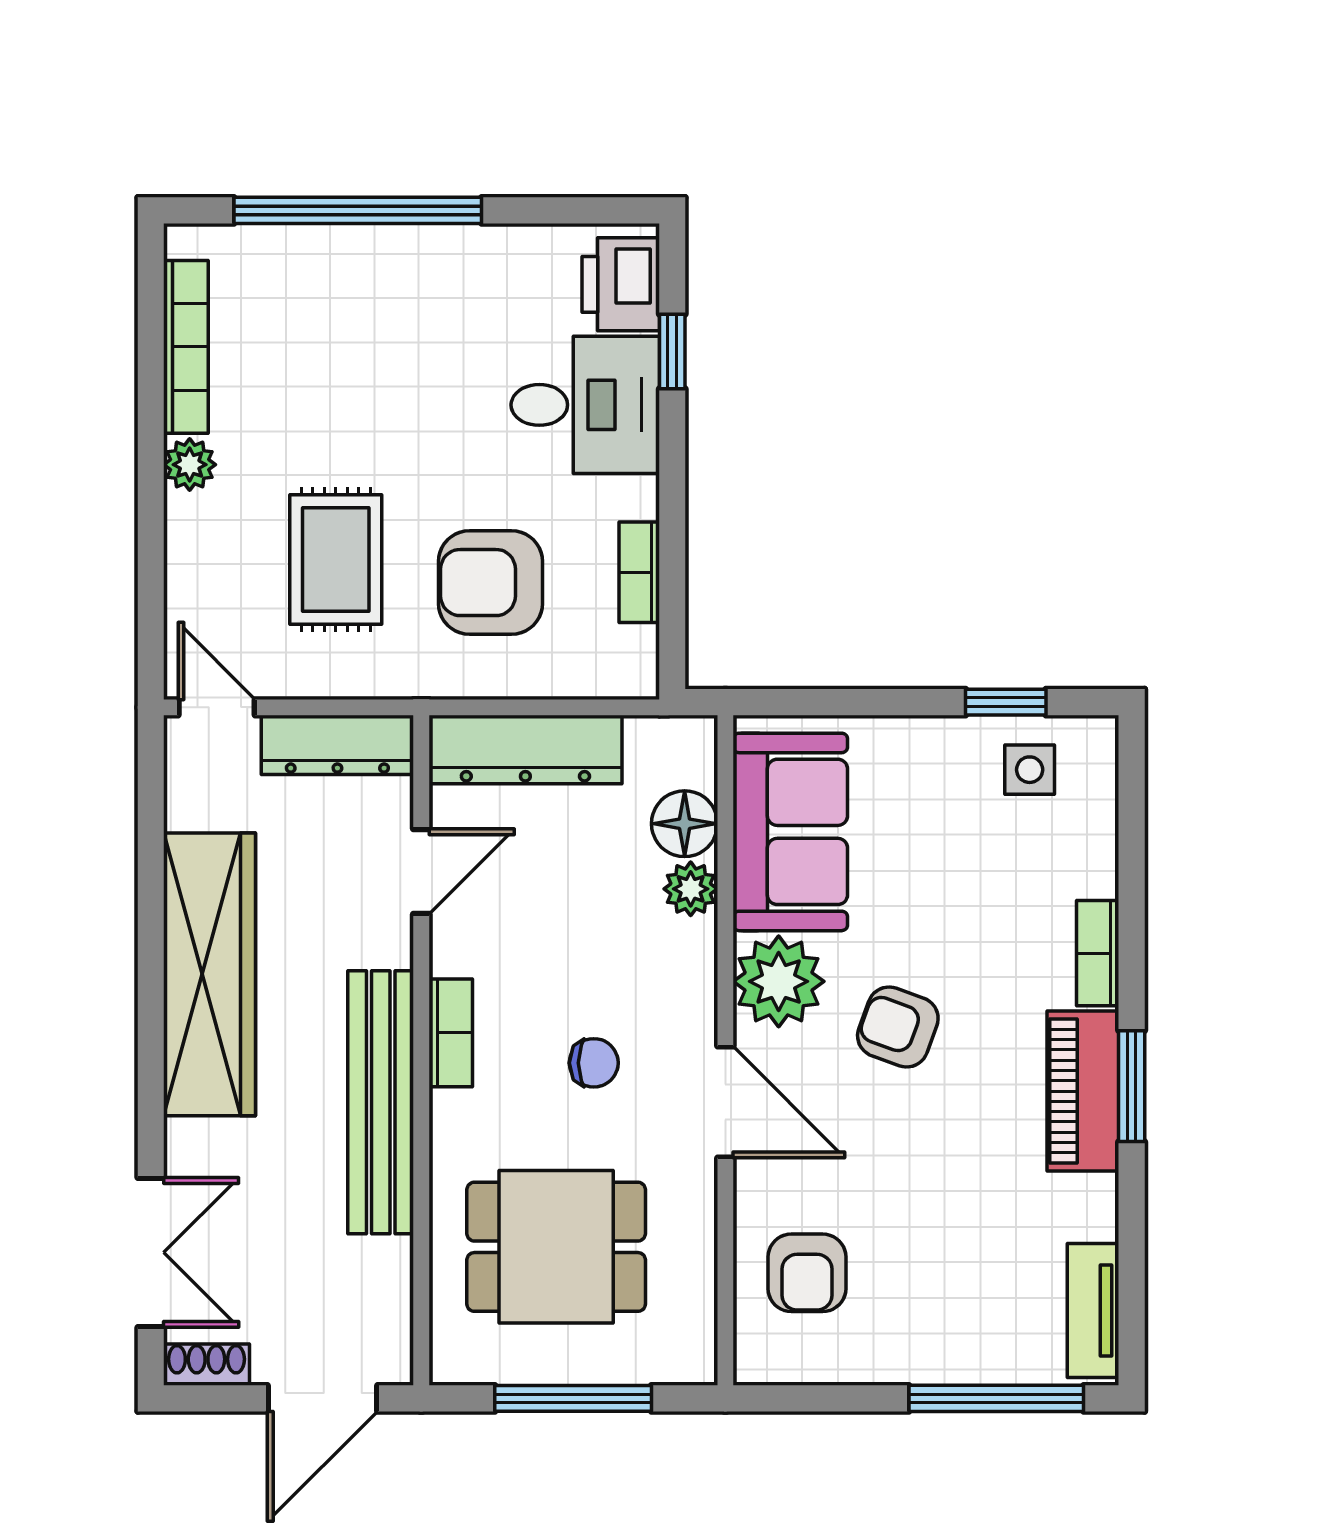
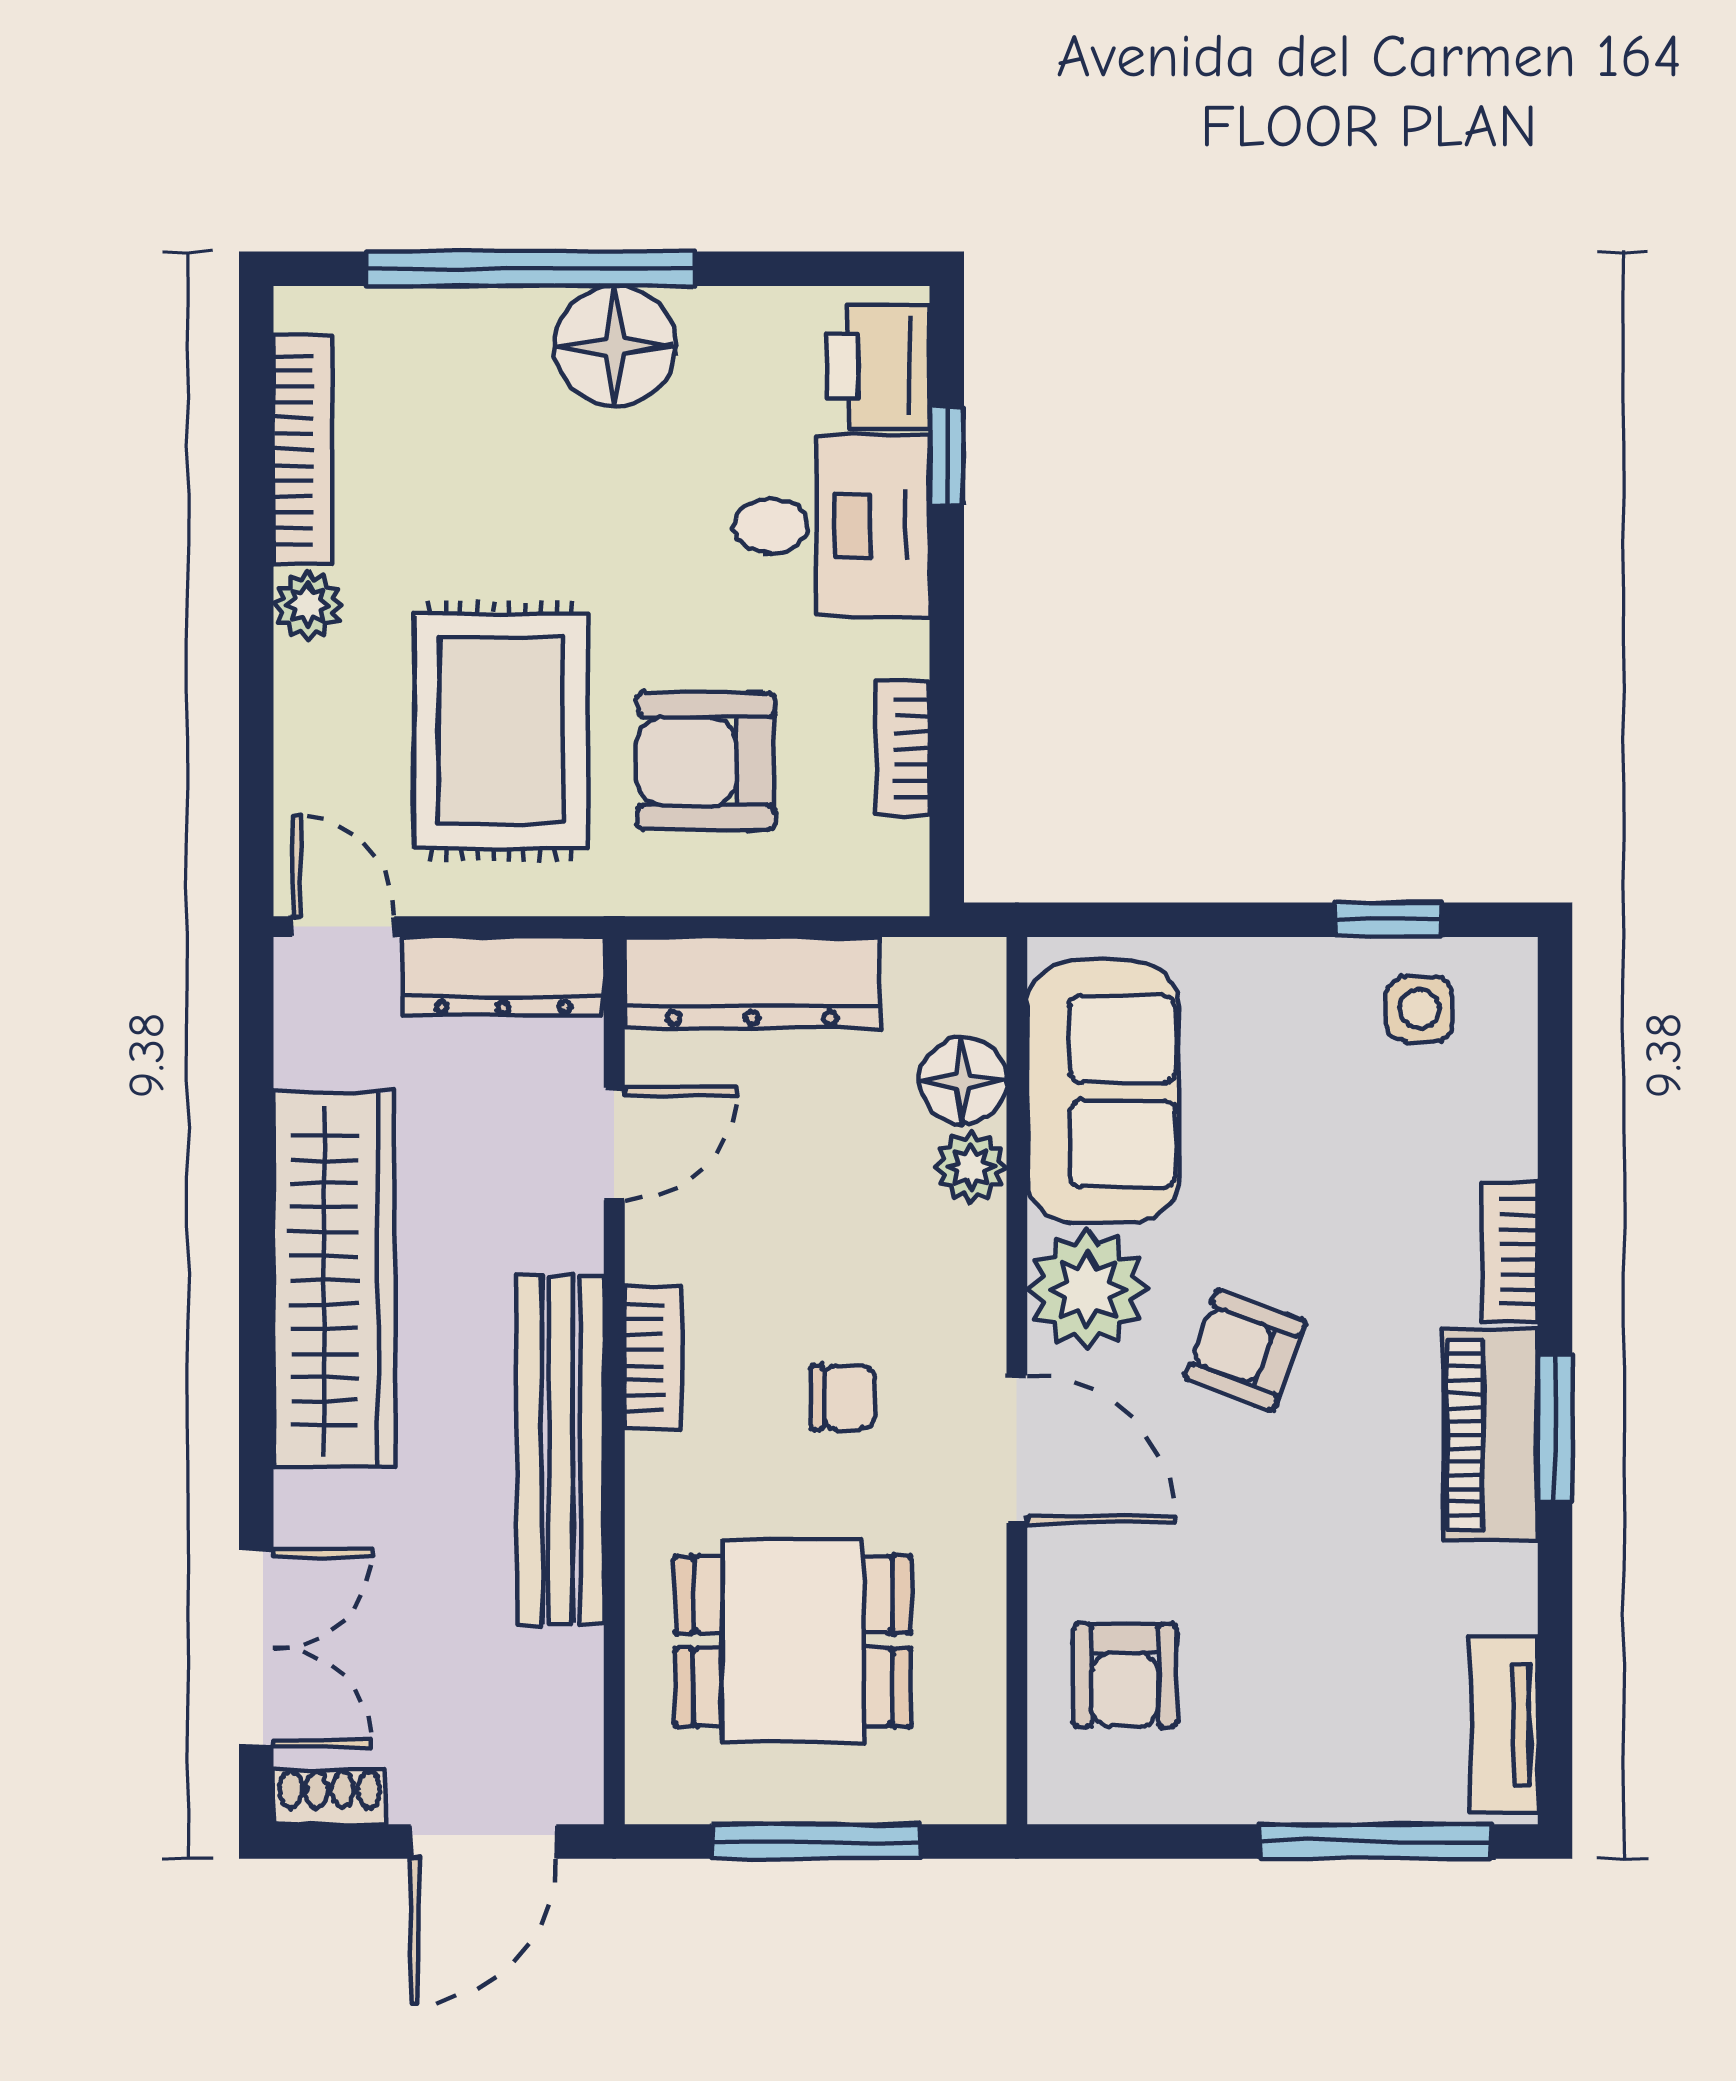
floor lamp: (422, 269) -> (615, 346), added
rug: (336, 560) -> (501, 731), width x1.36, depth x1.43

